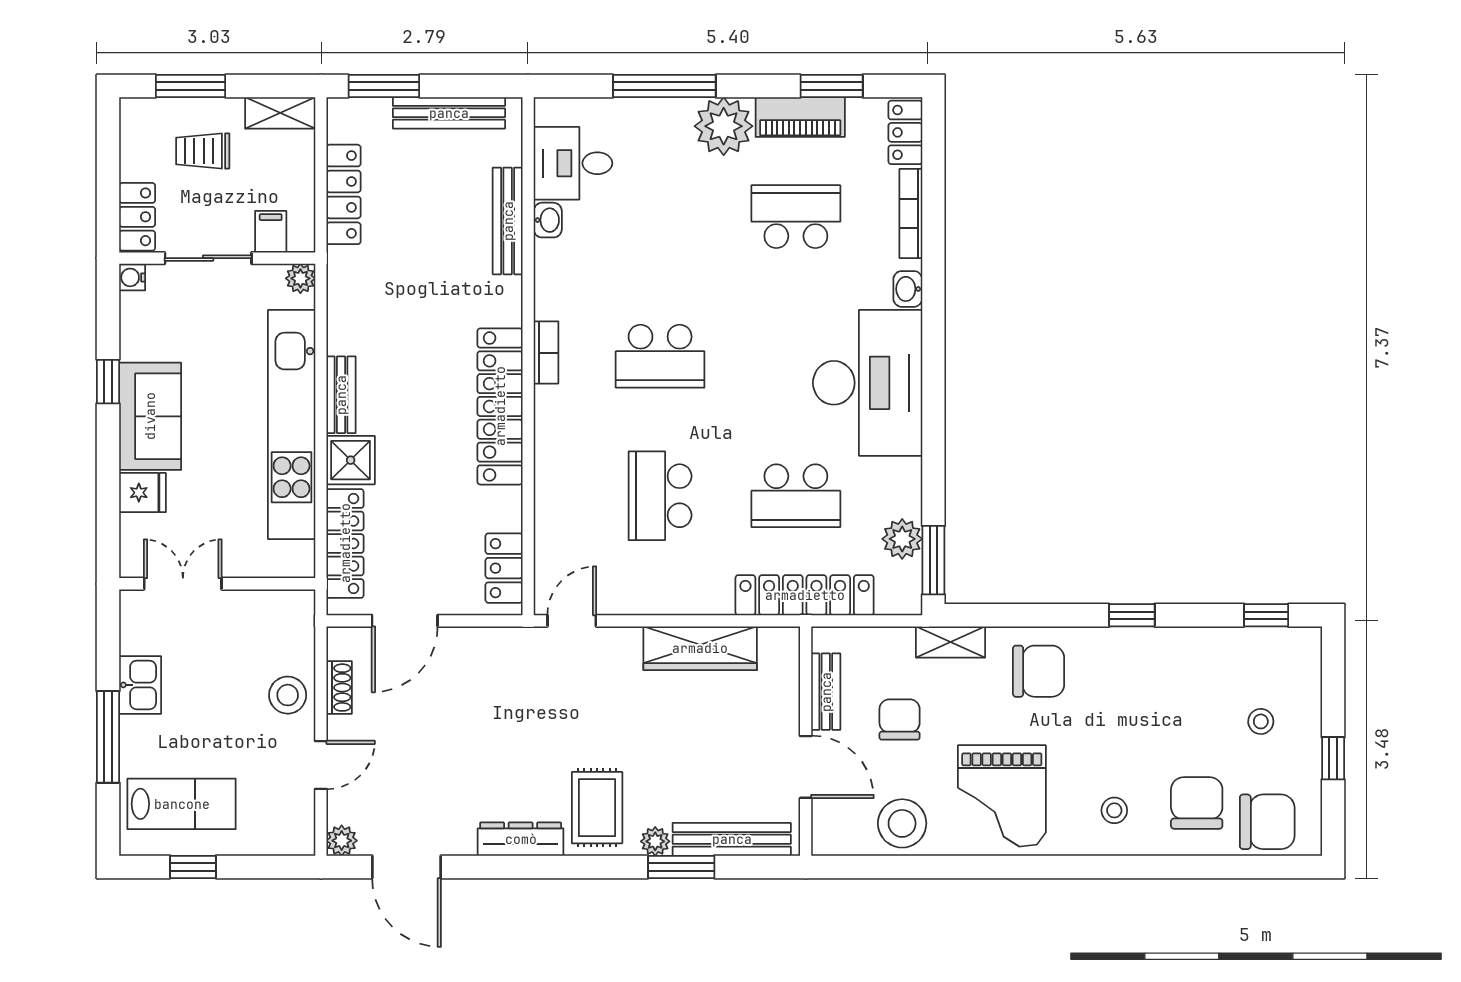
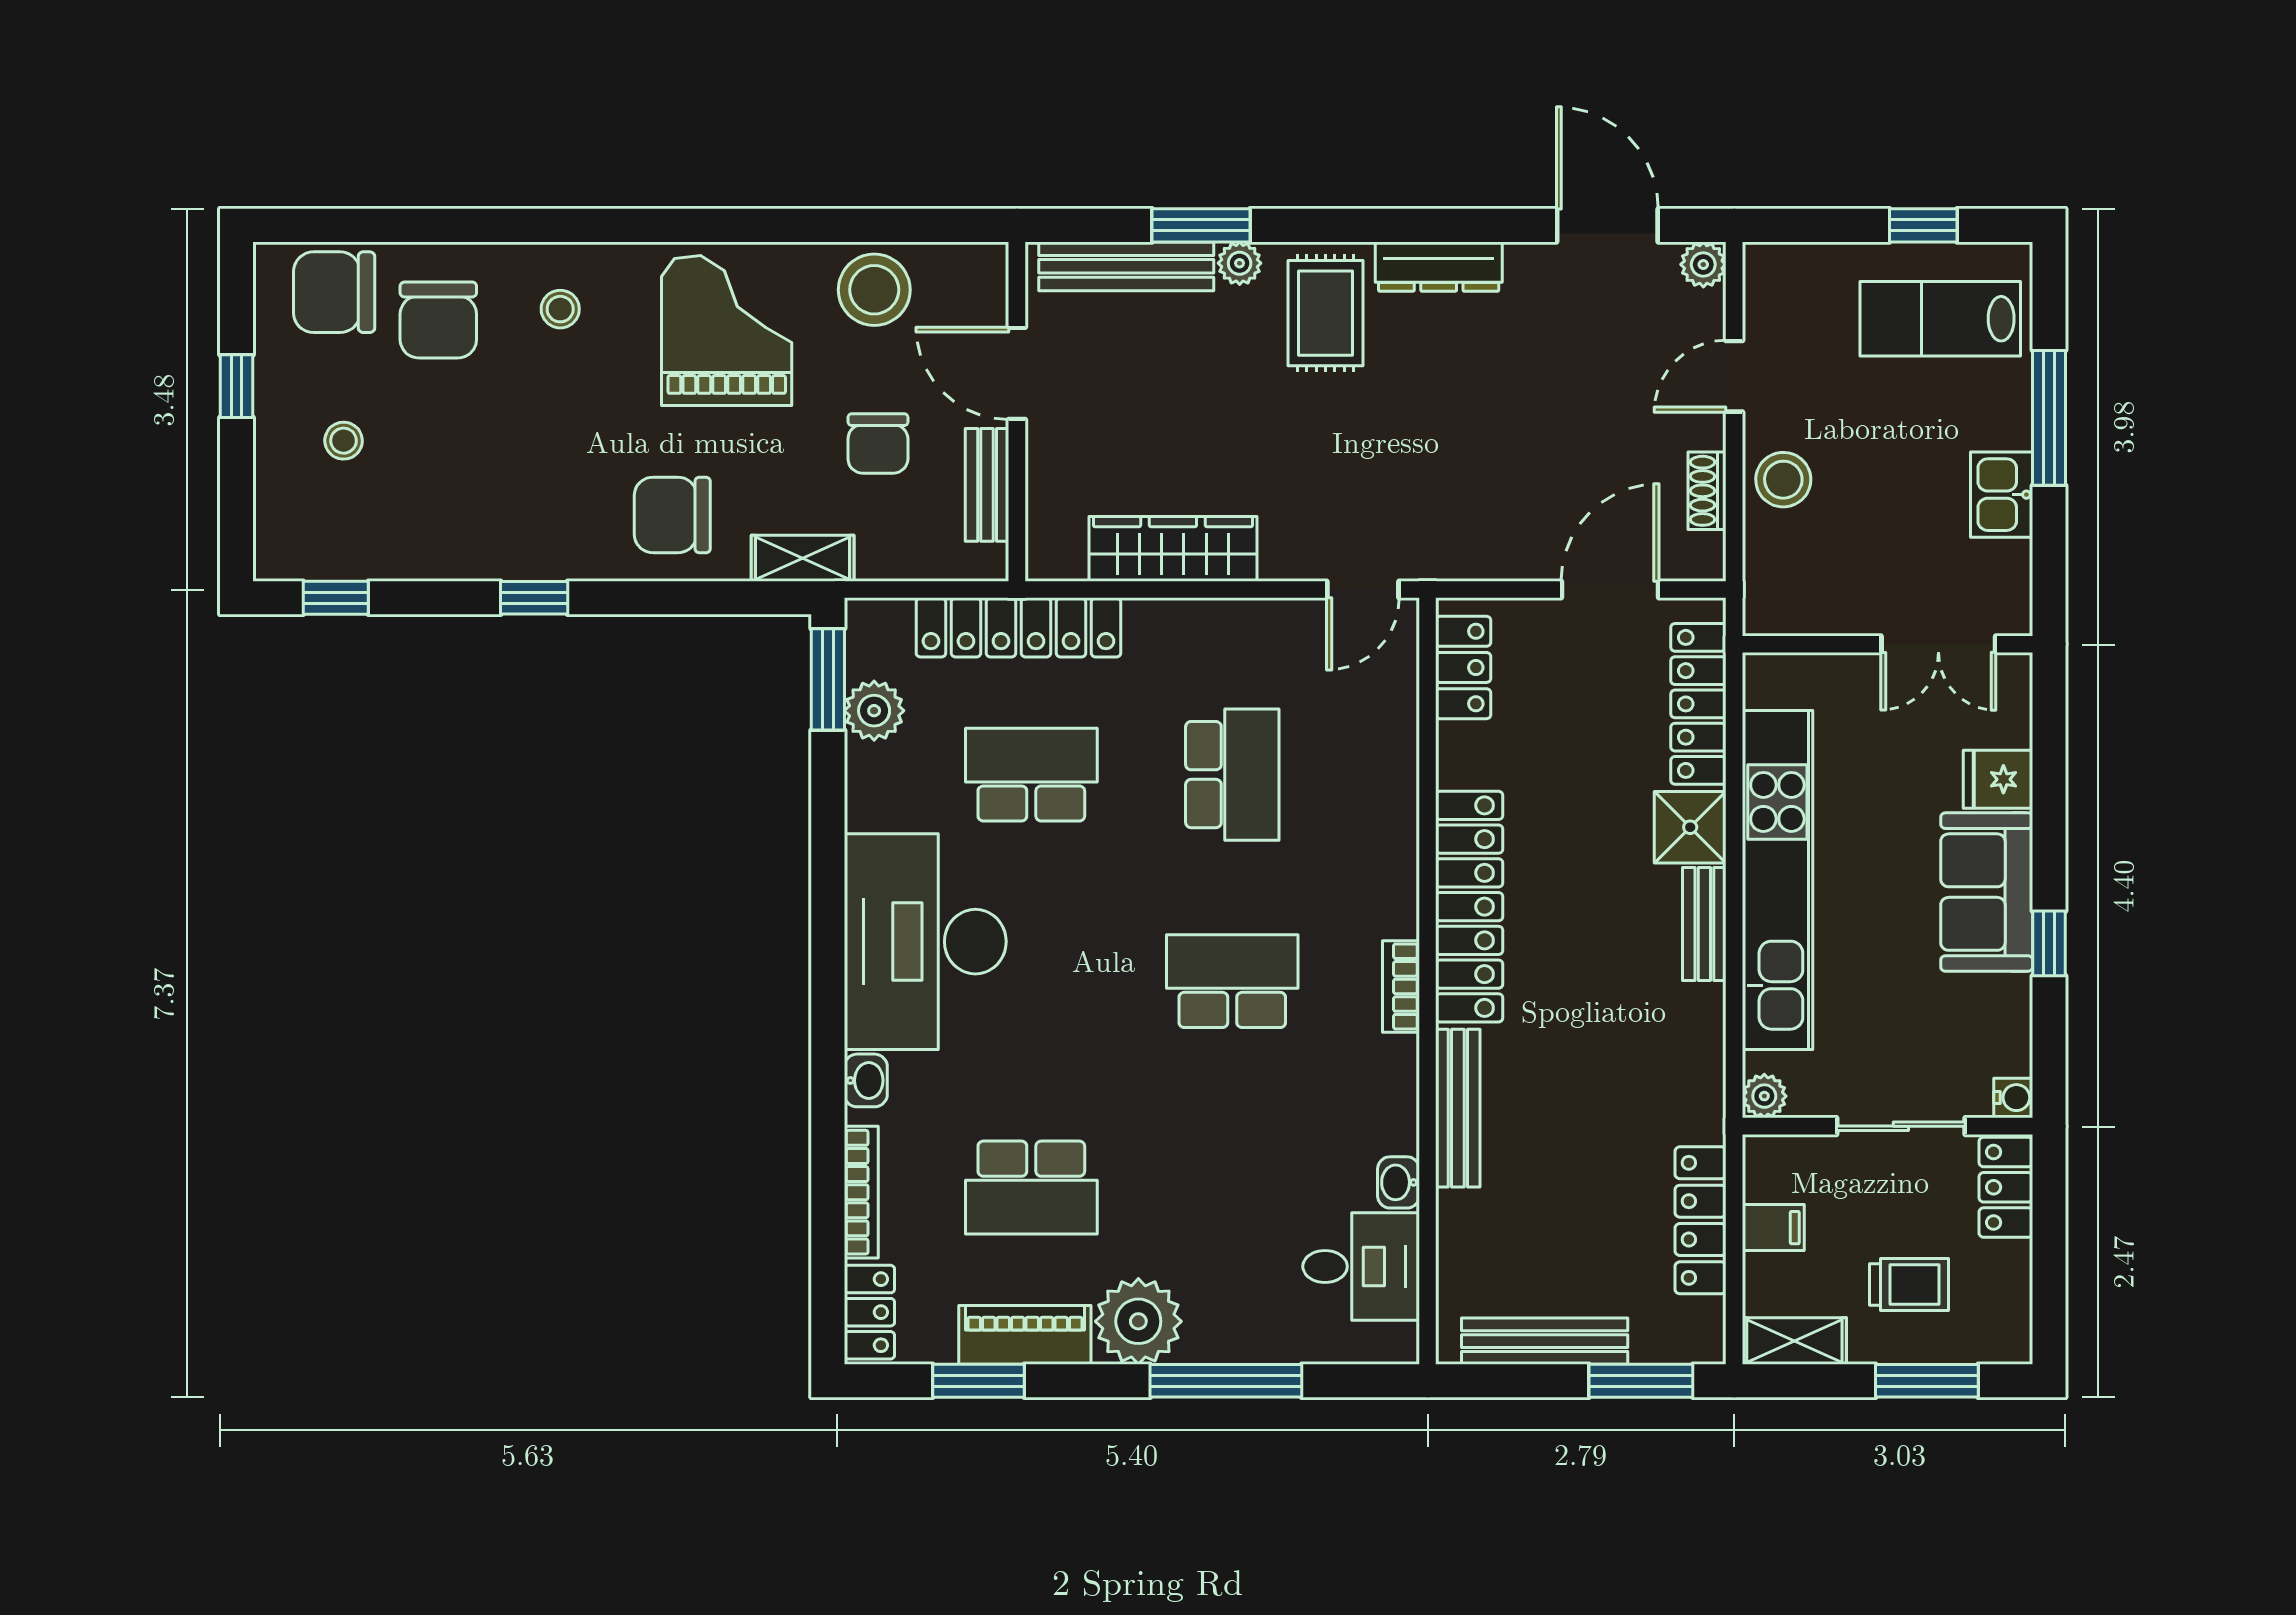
bench: (508, 221) -> (1458, 1108), moved
filing cabinet: (271, 232) -> (1773, 1228), moved, turned -90

